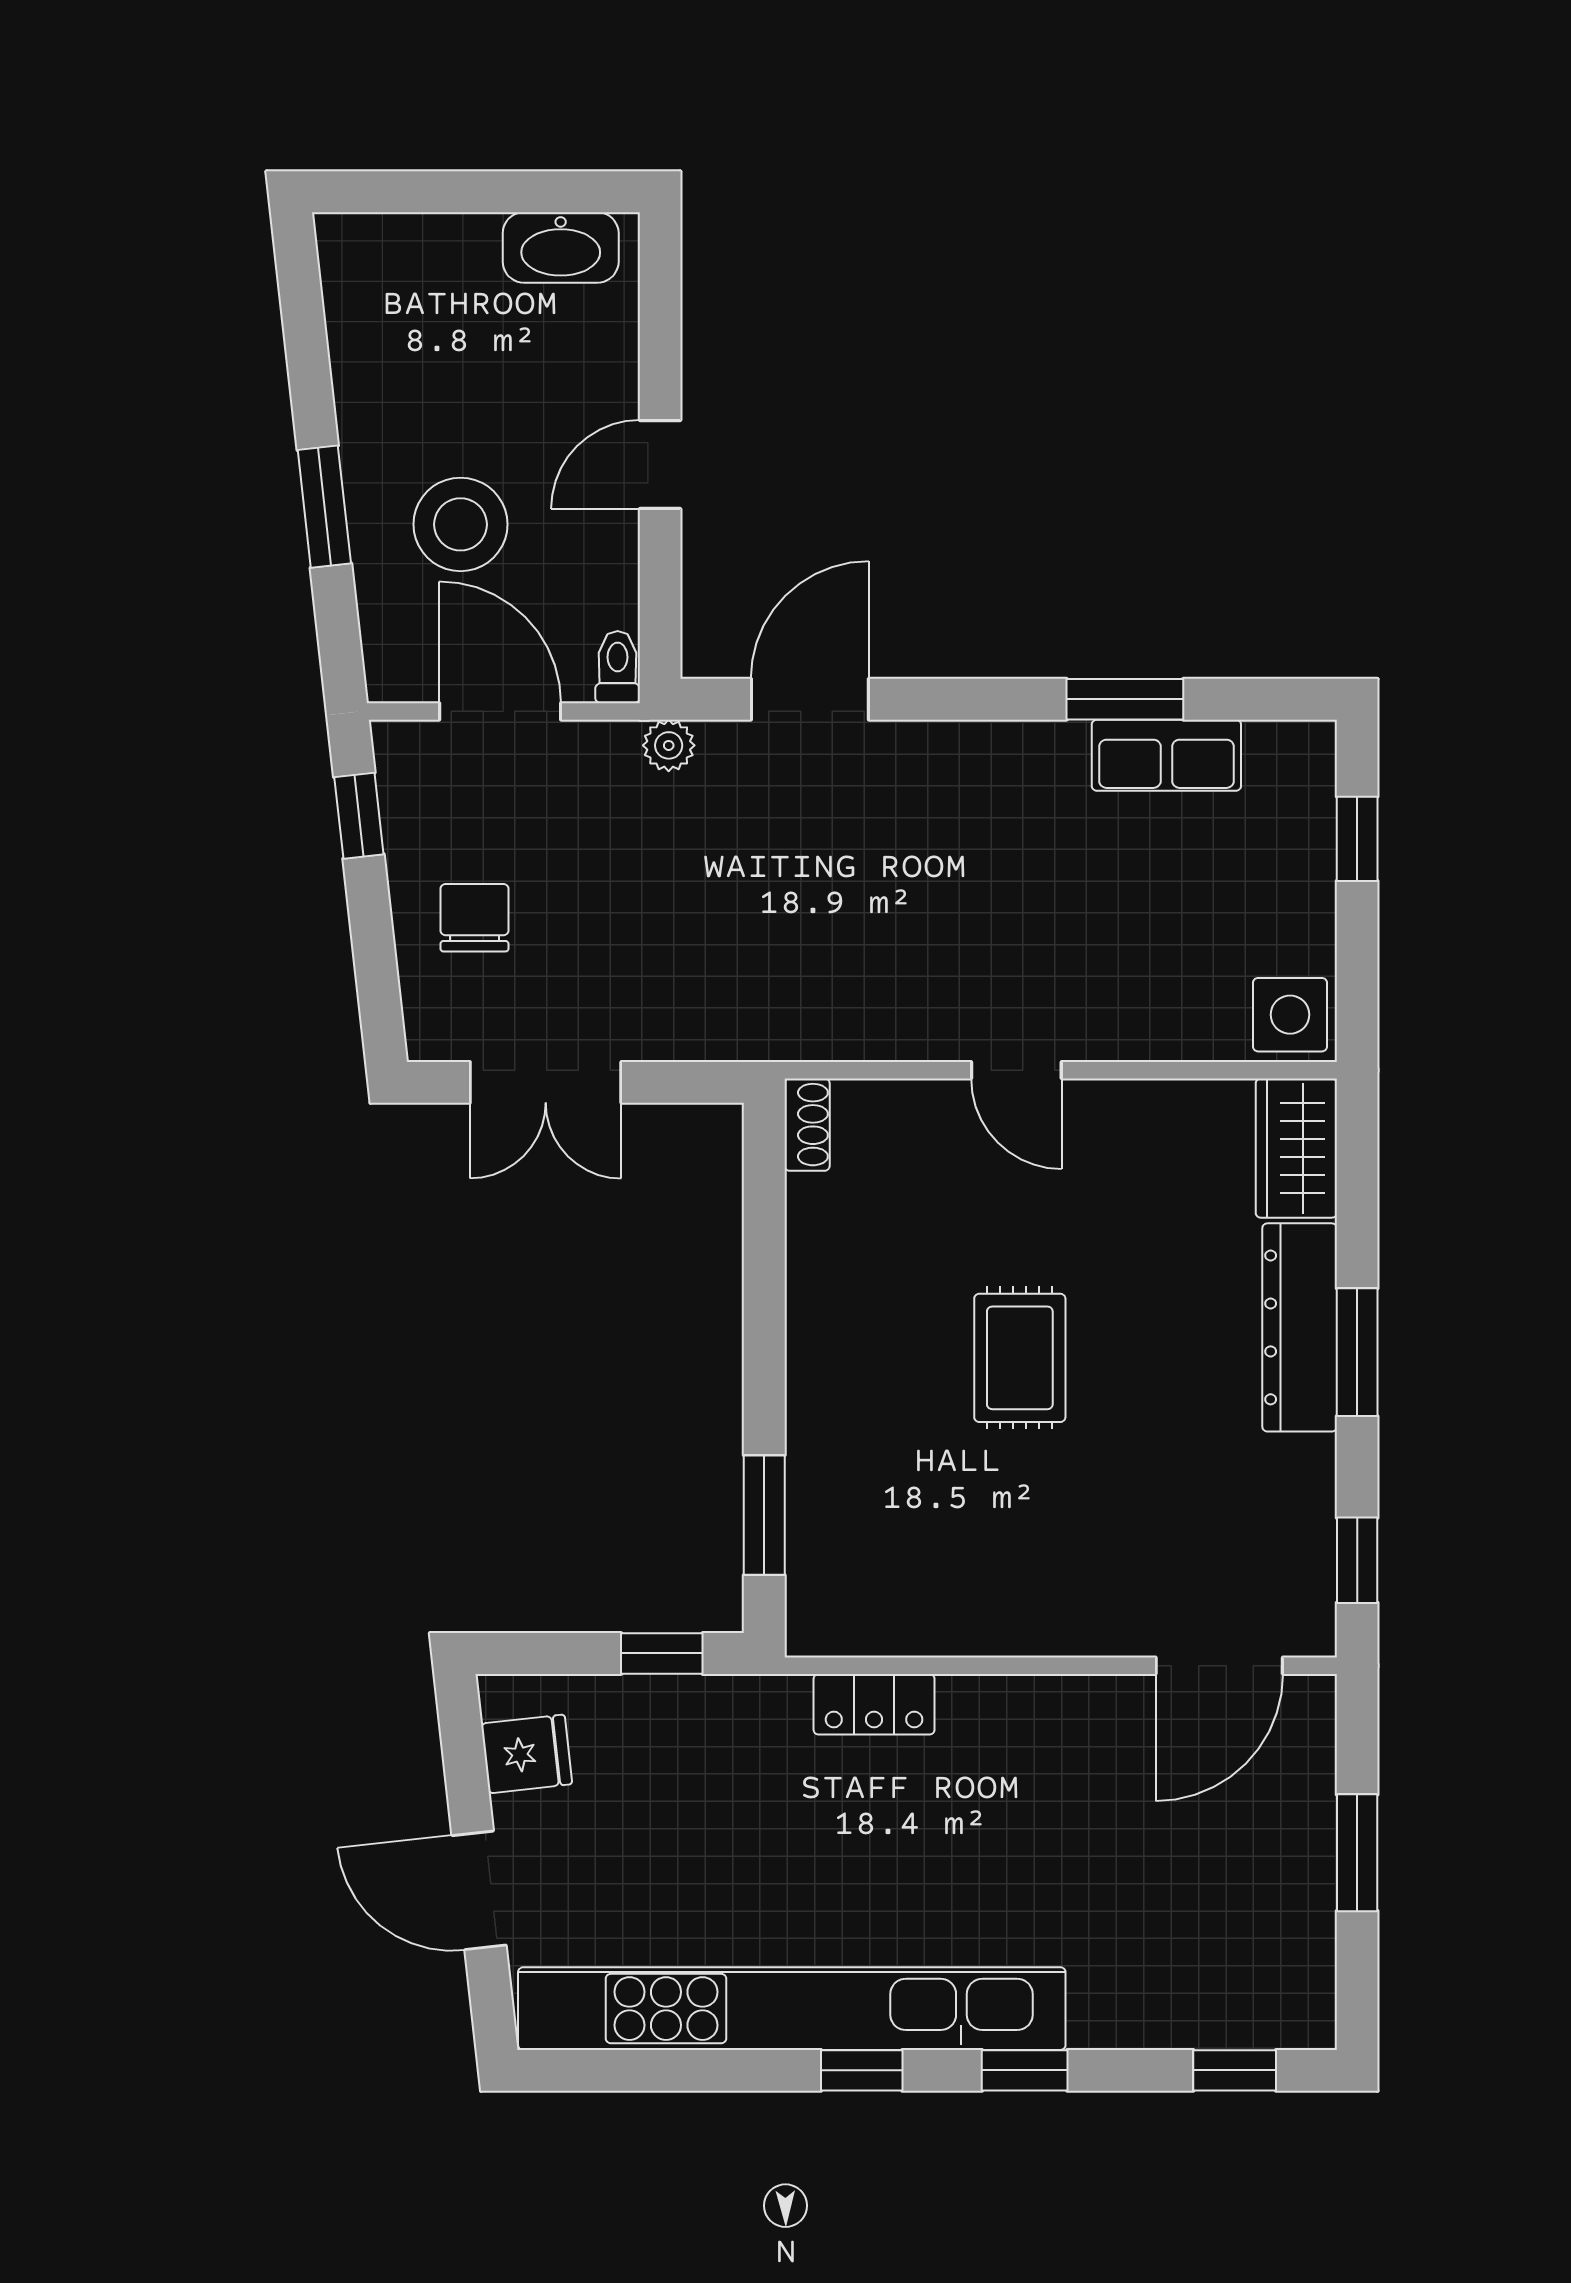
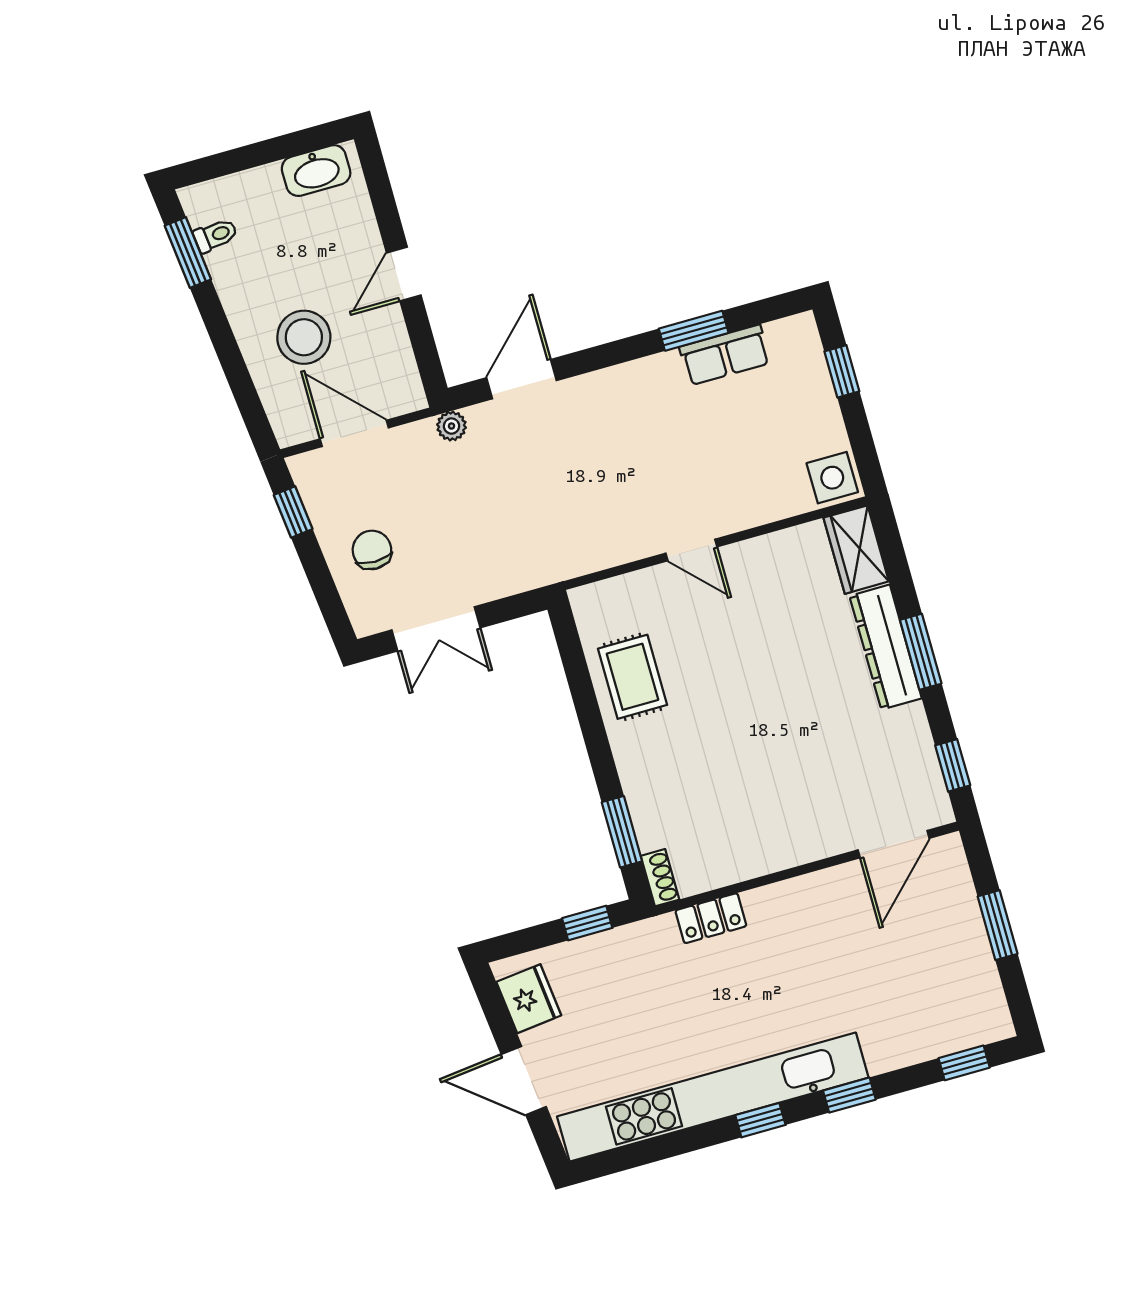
window: (324, 507) -> (188, 252), moved
toilet: (618, 667) -> (215, 235), moved, turned 84
shoe rack: (807, 1125) -> (660, 878), moved
rug: (1020, 1358) -> (632, 677), moved
fridge: (527, 1754) -> (529, 999), width x1.38

